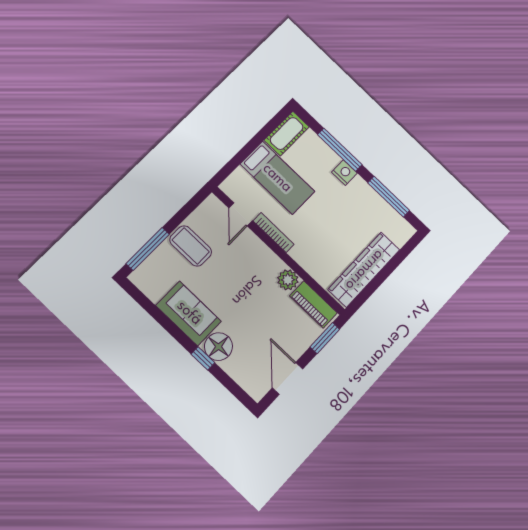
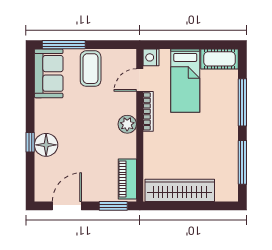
nightstand: (344, 173) -> (151, 57), moved, turned 180
plant: (288, 280) -> (127, 124), moved
sofa: (189, 313) -> (49, 73), moved

